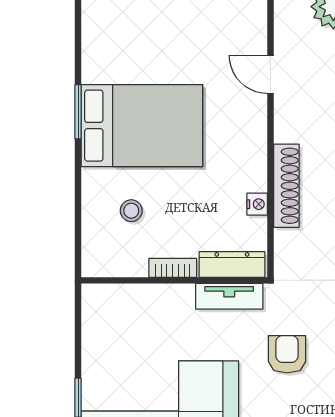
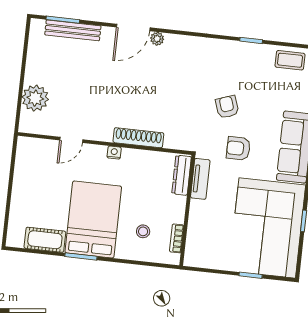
cot: (99, 49) -> (45, 240), added
nightstand: (257, 204) -> (114, 153), moved
bookcase: (173, 268) -> (177, 238), moved

